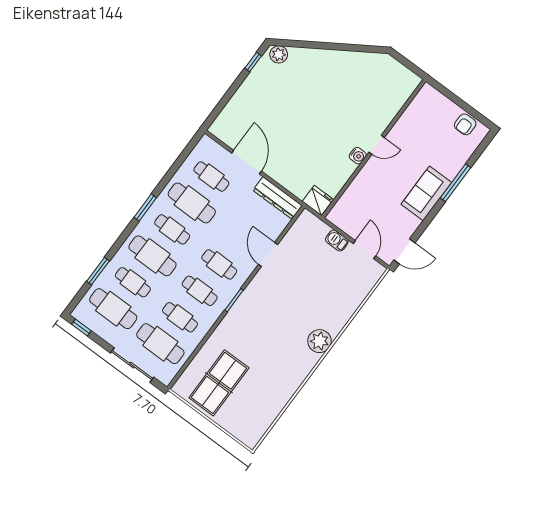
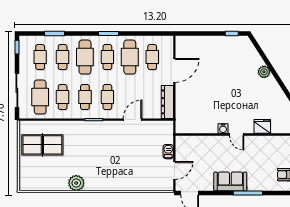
plant: (279, 54) -> (264, 72), moved
fridge: (318, 200) -> (262, 126), moved, turned -90
cafe table: (113, 309) -> (40, 57), width x0.73, depth x0.74
plant: (320, 341) -> (76, 183), moved

